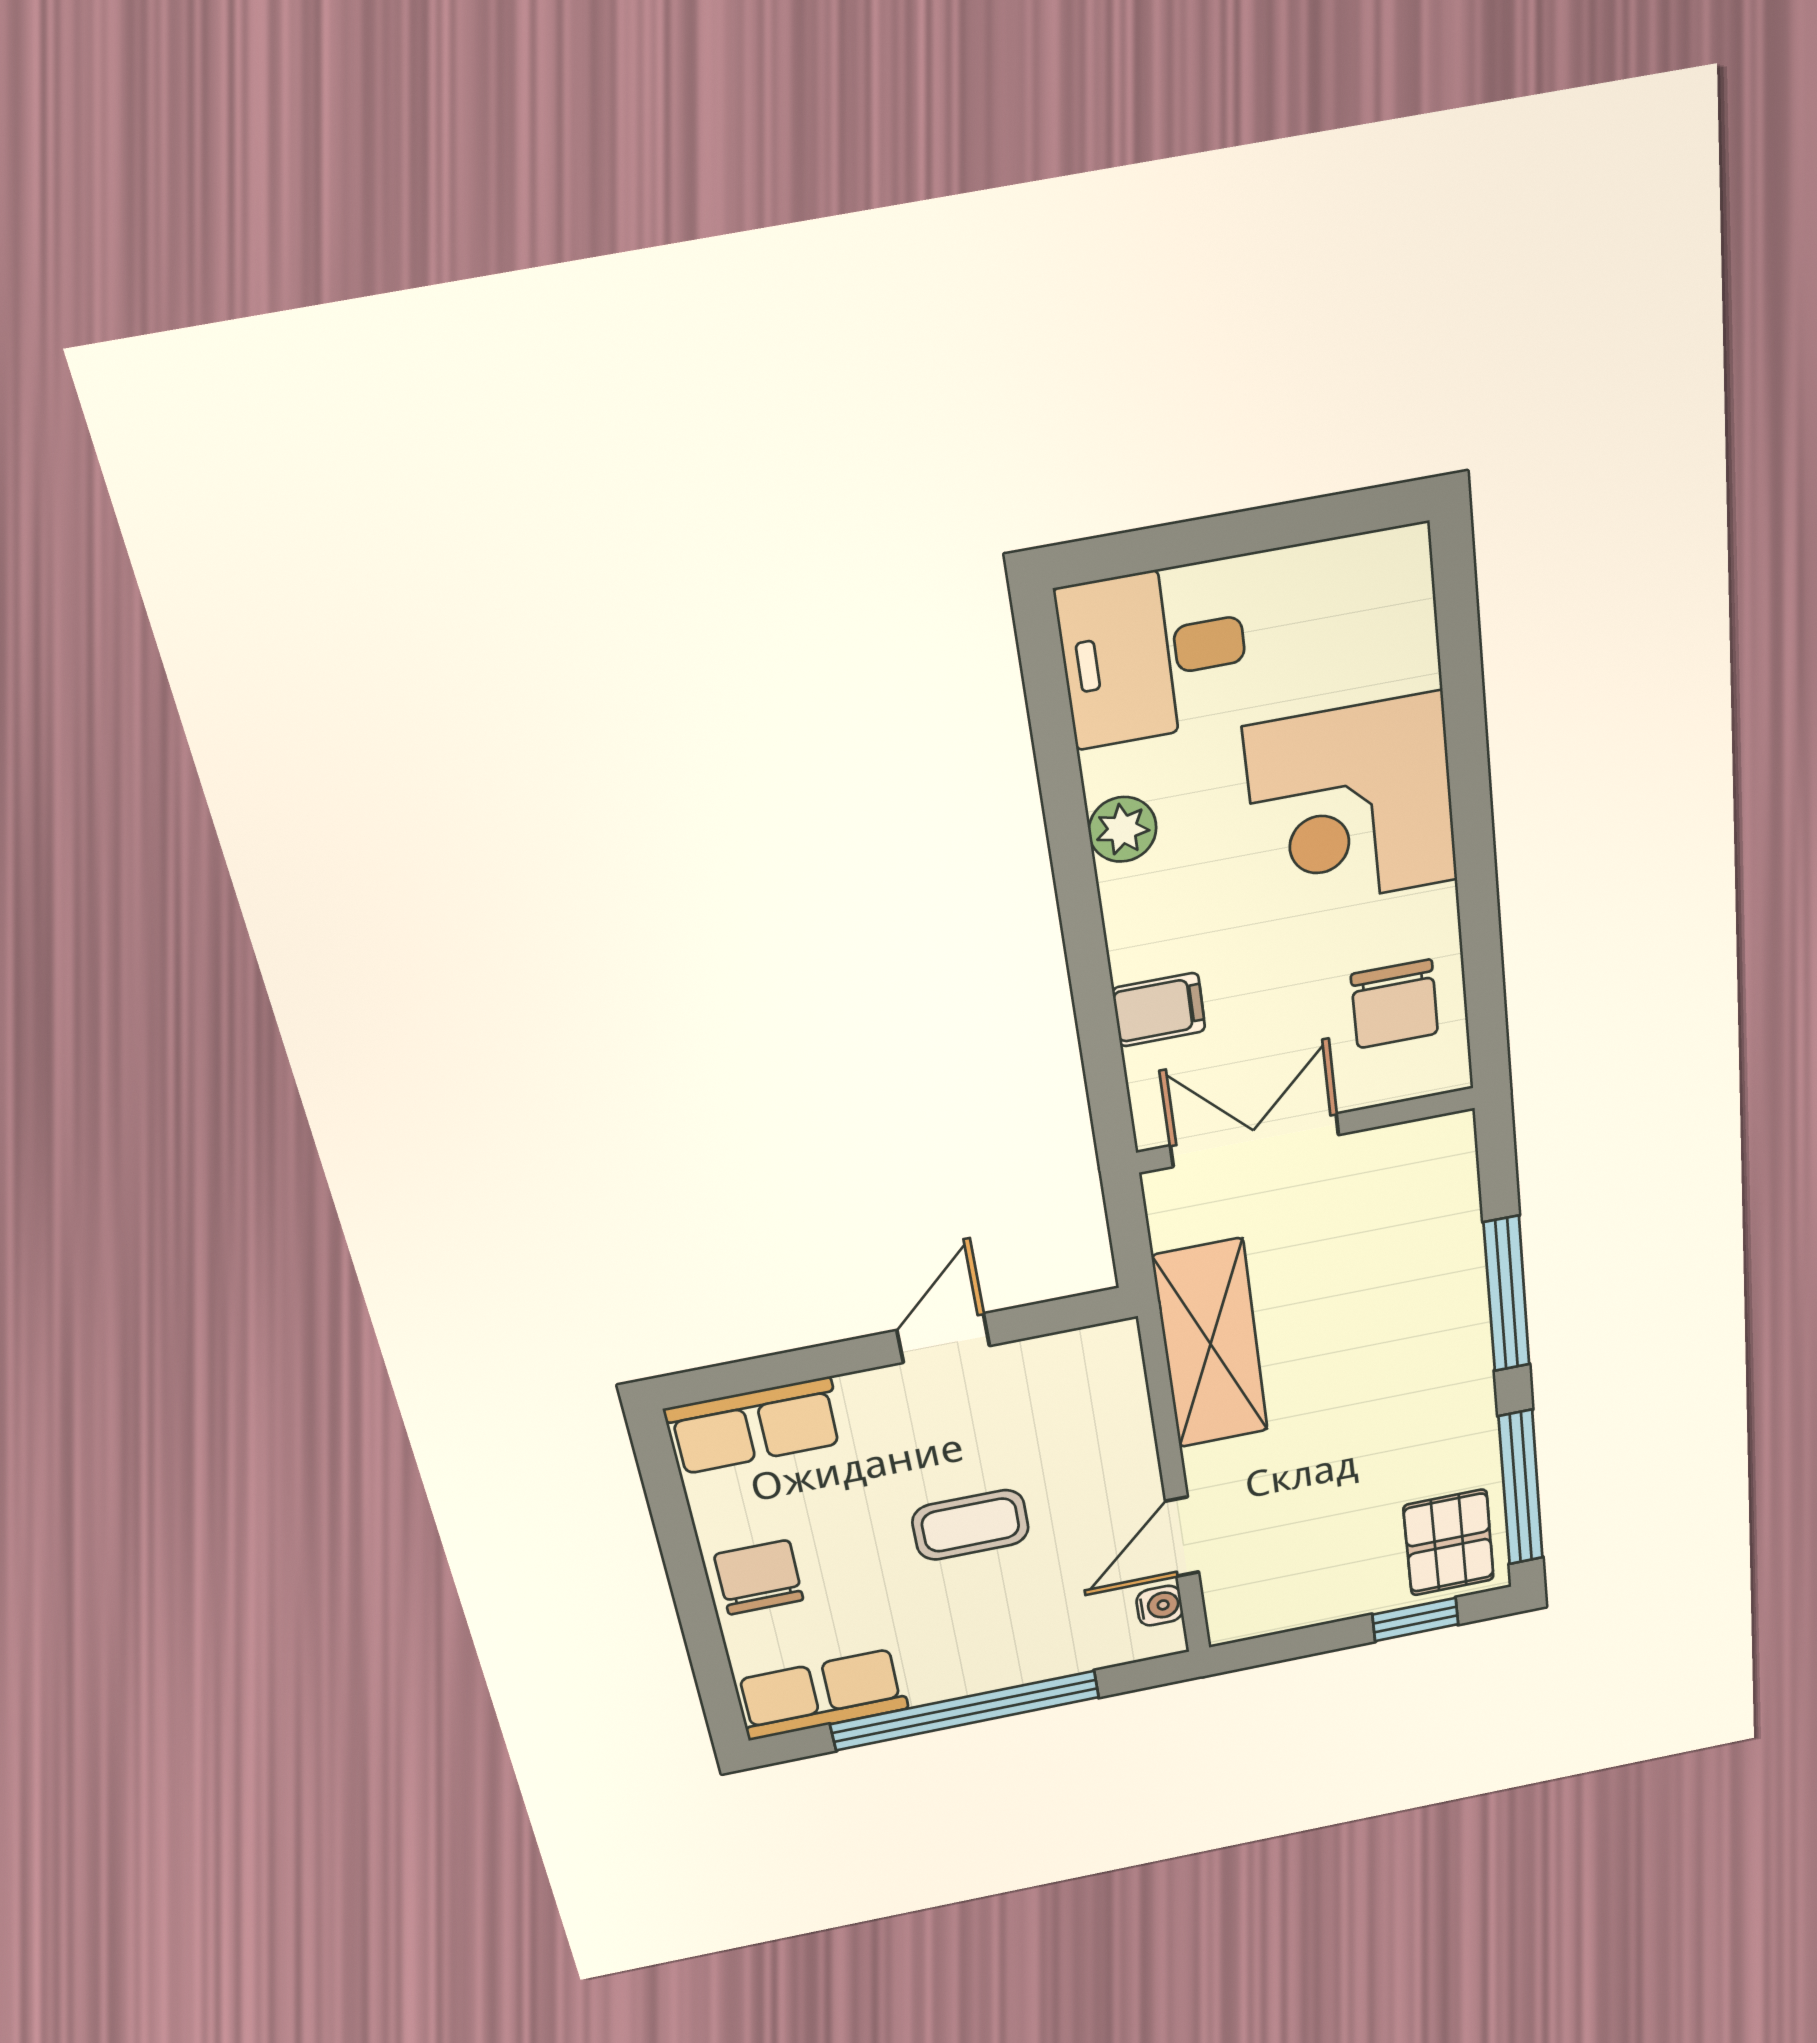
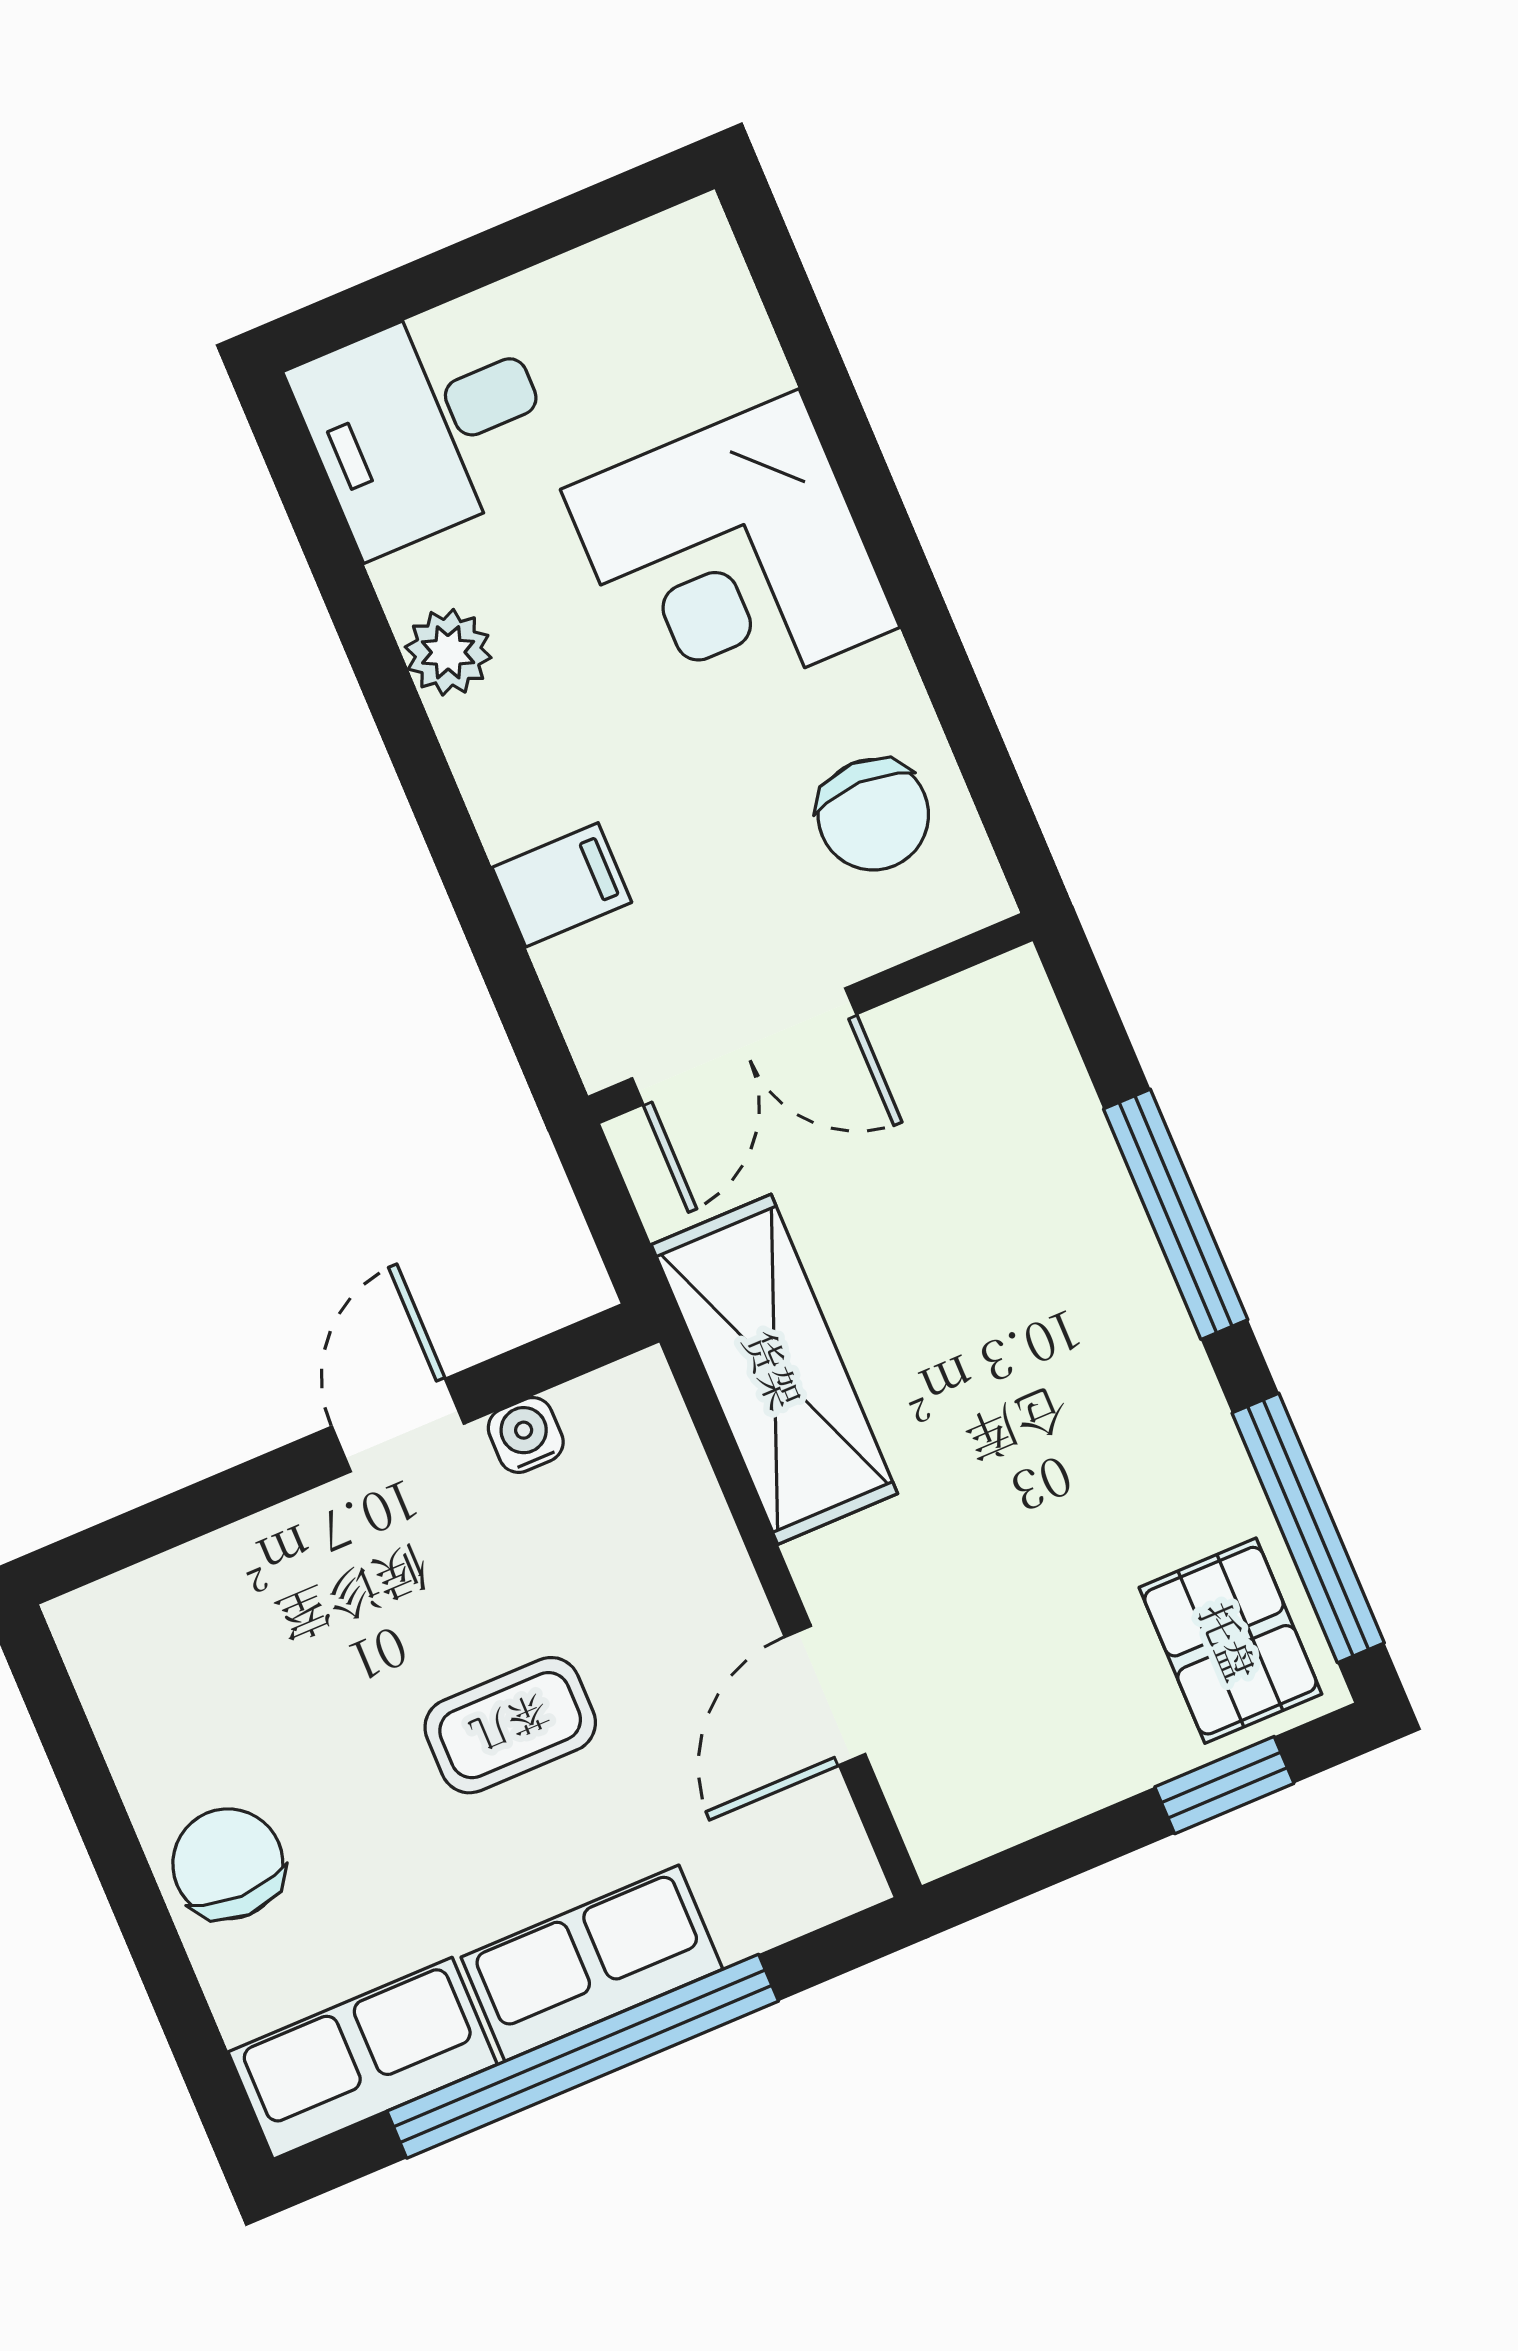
double door: (1255, 1140) -> (744, 1046), swing flipped
row of seats: (755, 1426) -> (592, 1963), moved, turned 180
water cooler: (1160, 1606) -> (526, 1435), moved, turned -90

